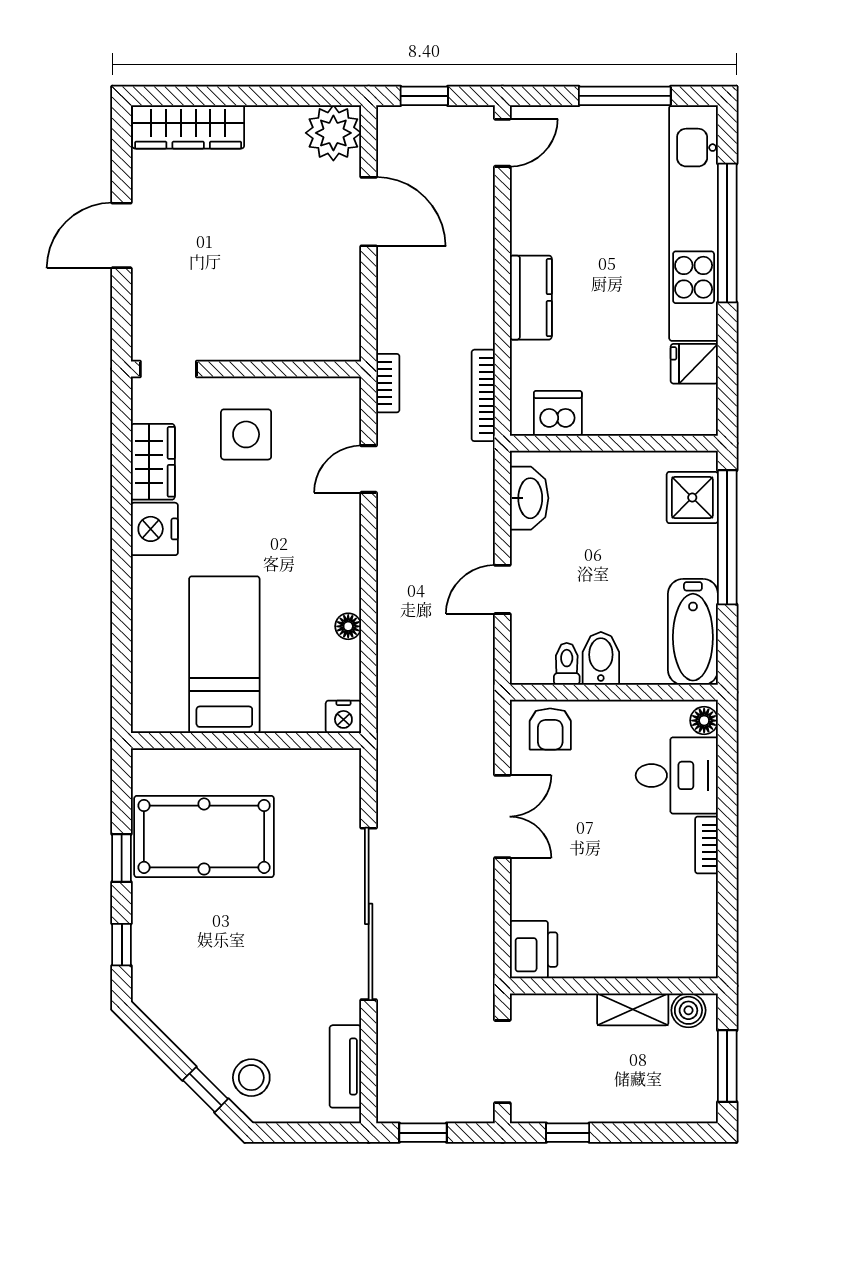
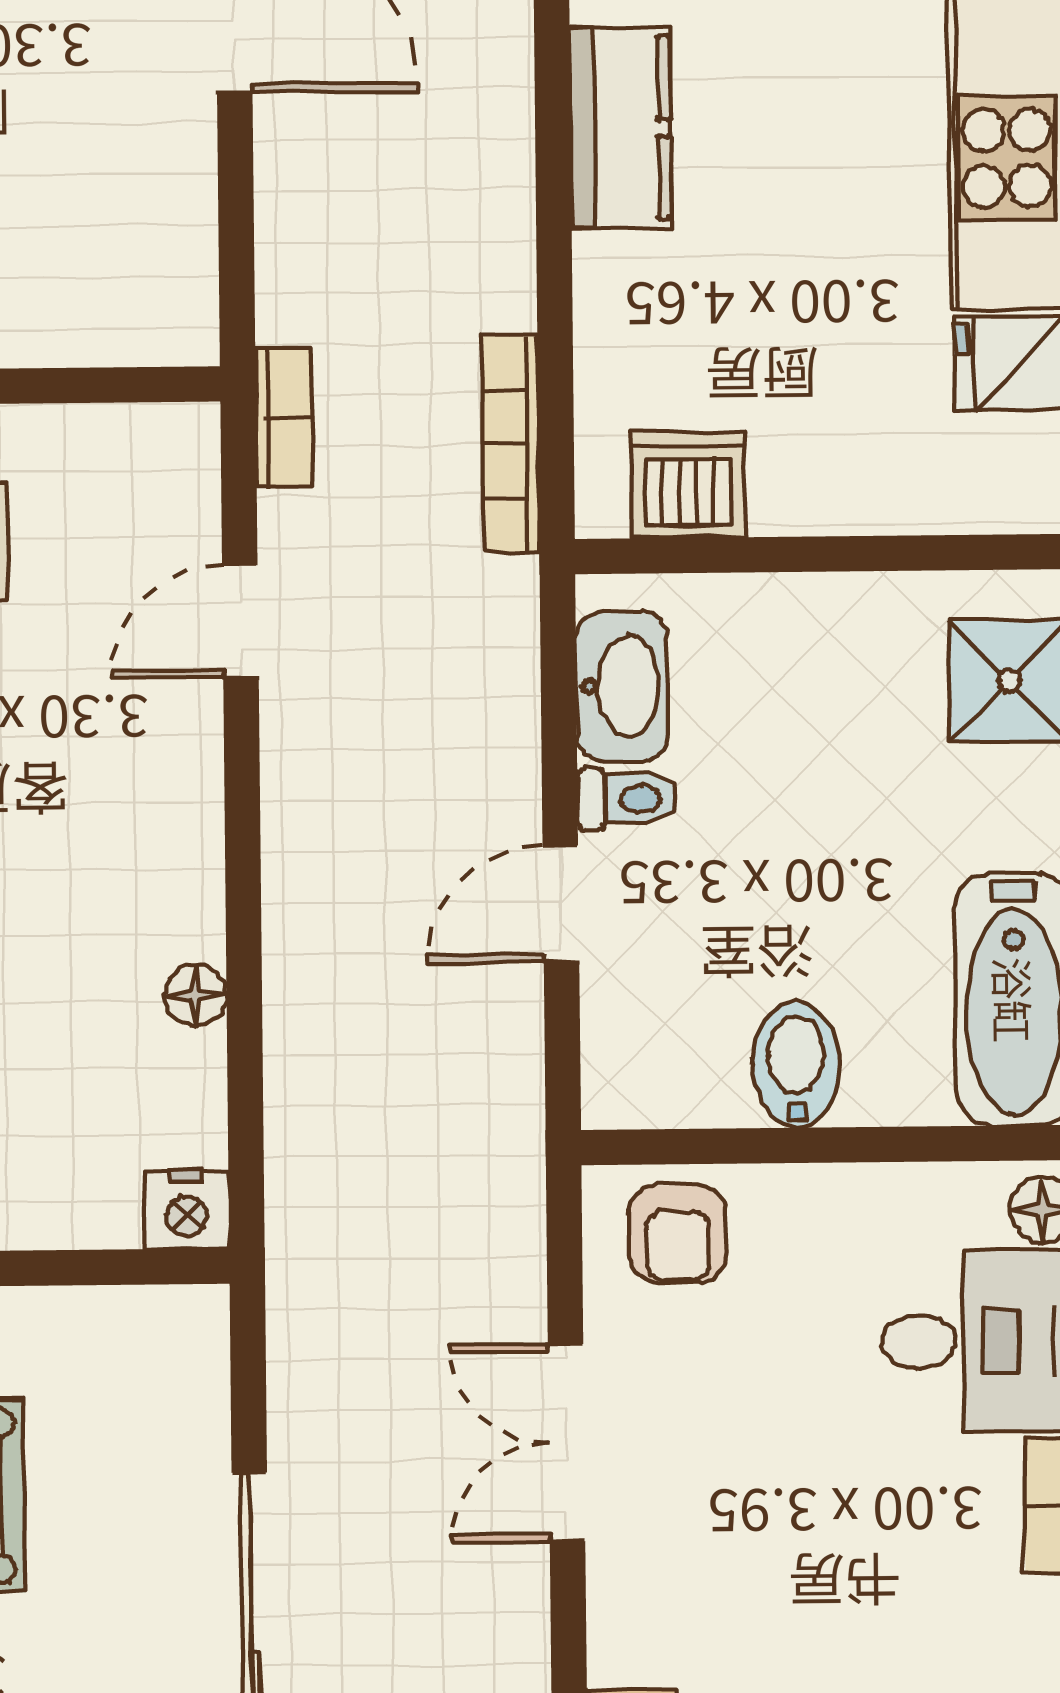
kitchen counter: (531, 298) -> (620, 128), moved
toilet: (567, 664) -> (627, 799), moved, turned 90
double door: (502, 817) -> (567, 1443), swing flipped

